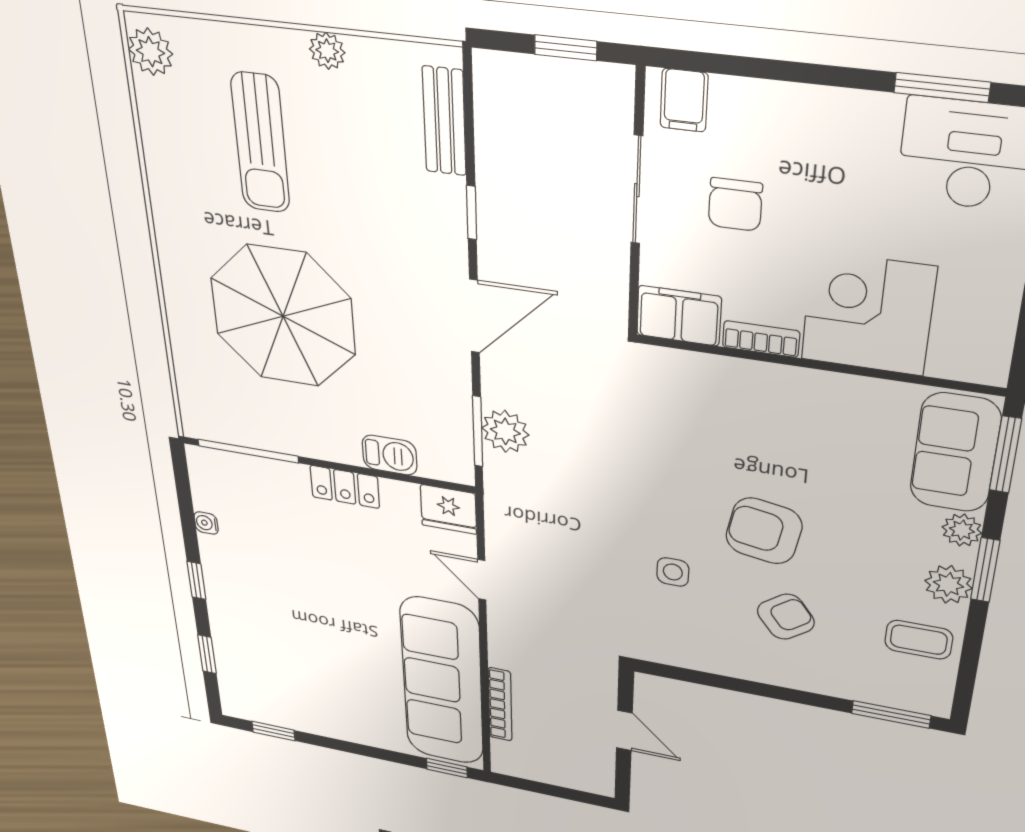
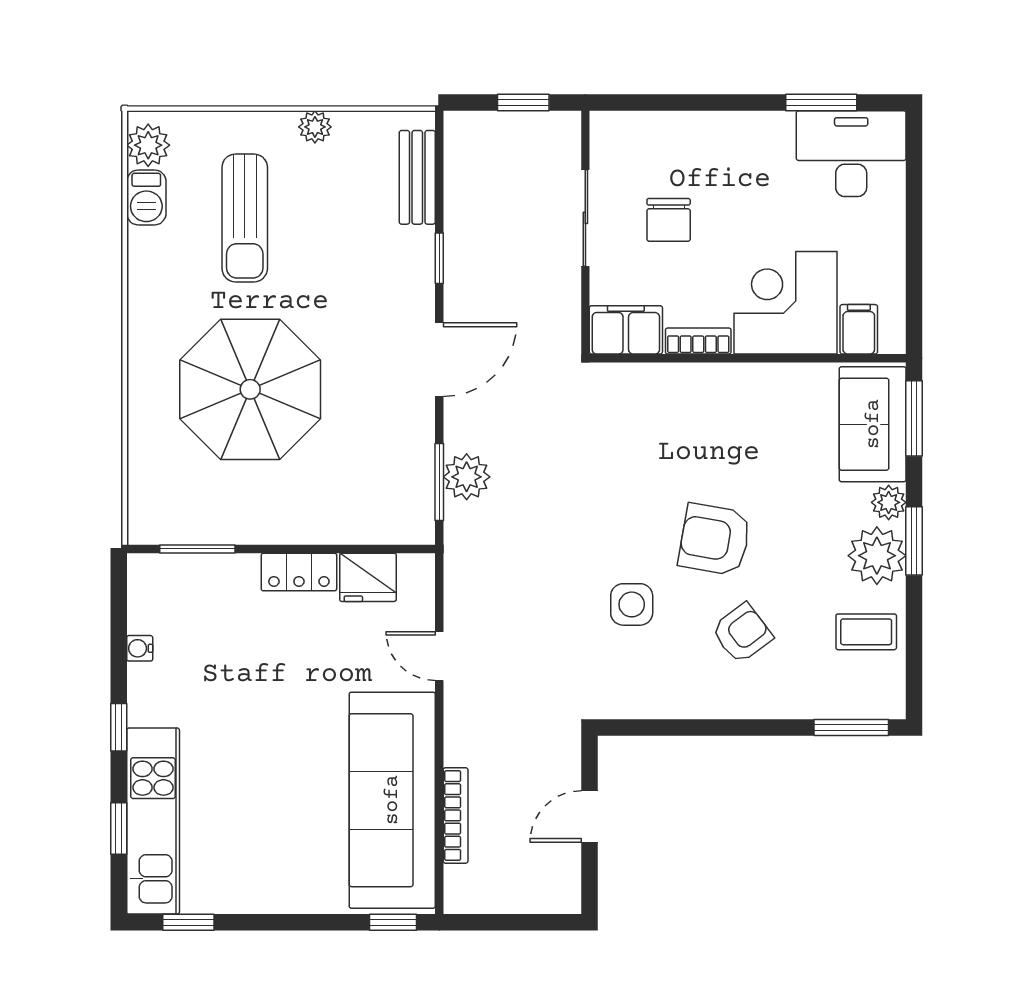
filing cabinet: (684, 100) -> (859, 329), moved, turned 180
window: (248, 451) -> (197, 549), width x0.69
barbecue: (389, 455) -> (146, 197), moved, turned 90
fridge: (448, 509) -> (368, 577), moved
side table: (673, 572) -> (632, 604), width x1.37, depth x1.37
plant: (948, 584) -> (877, 556), width x1.36, depth x1.36
kitchen unit: (235, 655) -> (153, 821), added
door: (624, 730) -> (589, 817), swing flipped

